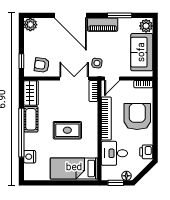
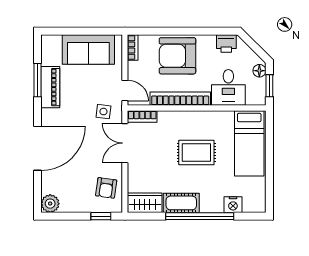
piano: (103, 25) -> (50, 87), moved
plant: (146, 26) -> (52, 44), removed
rug: (67, 130) -> (196, 153), turned 90

